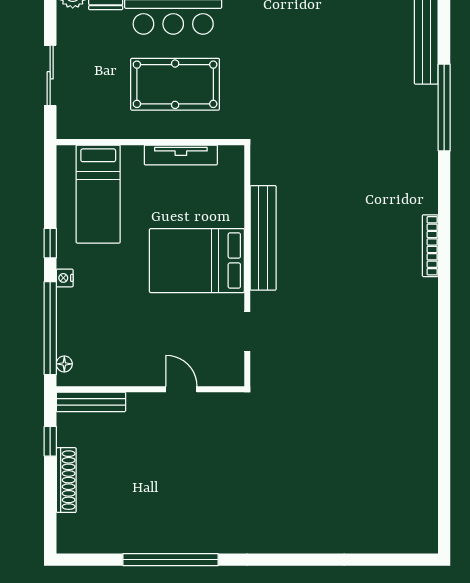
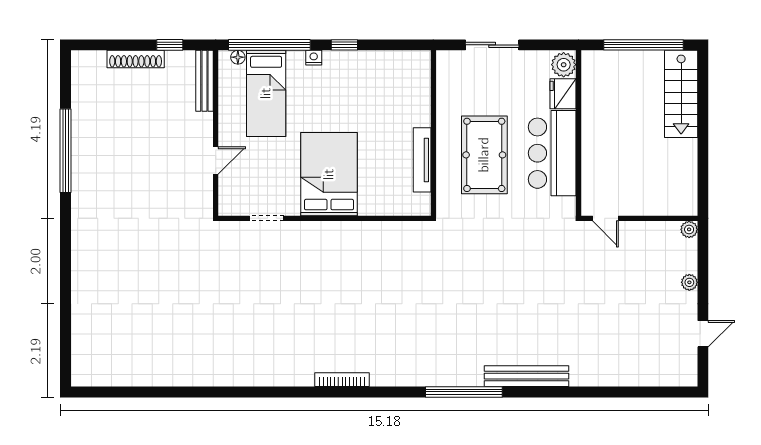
bed: (98, 194) -> (266, 93), moved, turned -90
bench: (263, 238) -> (349, 232), removed

